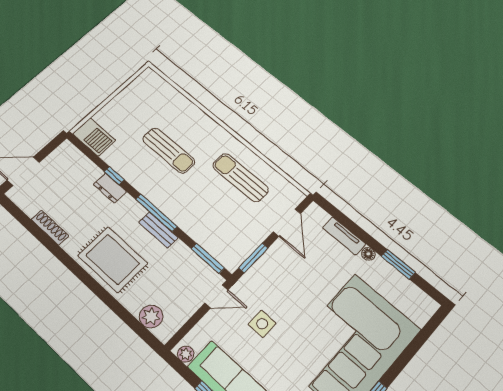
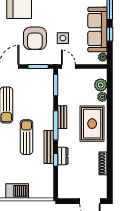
barbecue: (94, 137) -> (17, 191), moved, turned 90
sun lounger: (169, 150) -> (26, 137), moved
bench: (138, 181) -> (49, 147), added
armchair: (295, 287) -> (35, 38), added
plant: (133, 304) -> (102, 97), added

